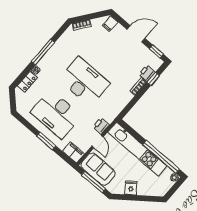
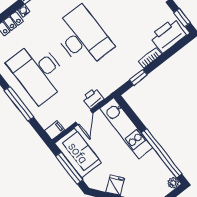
printer: (147, 73) -> (168, 36), width x1.87, depth x1.48
window: (153, 79) -> (138, 77), moved
window: (46, 141) -> (19, 104), width x1.44
kitchen unit: (137, 149) -> (126, 128), width x0.73
filing cabinet: (73, 152) -> (54, 130), width x0.50

